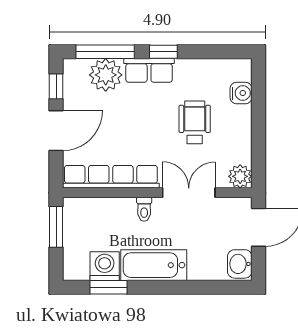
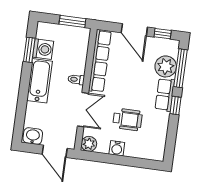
water cooler: (241, 93) -> (117, 148), moved

